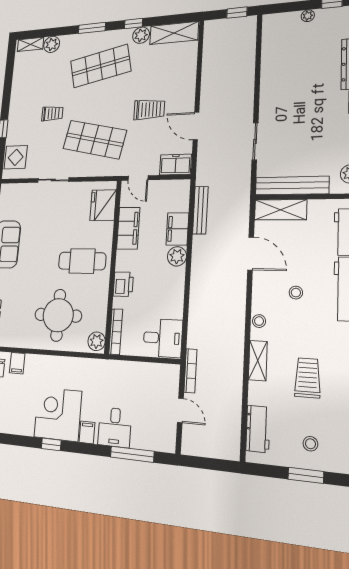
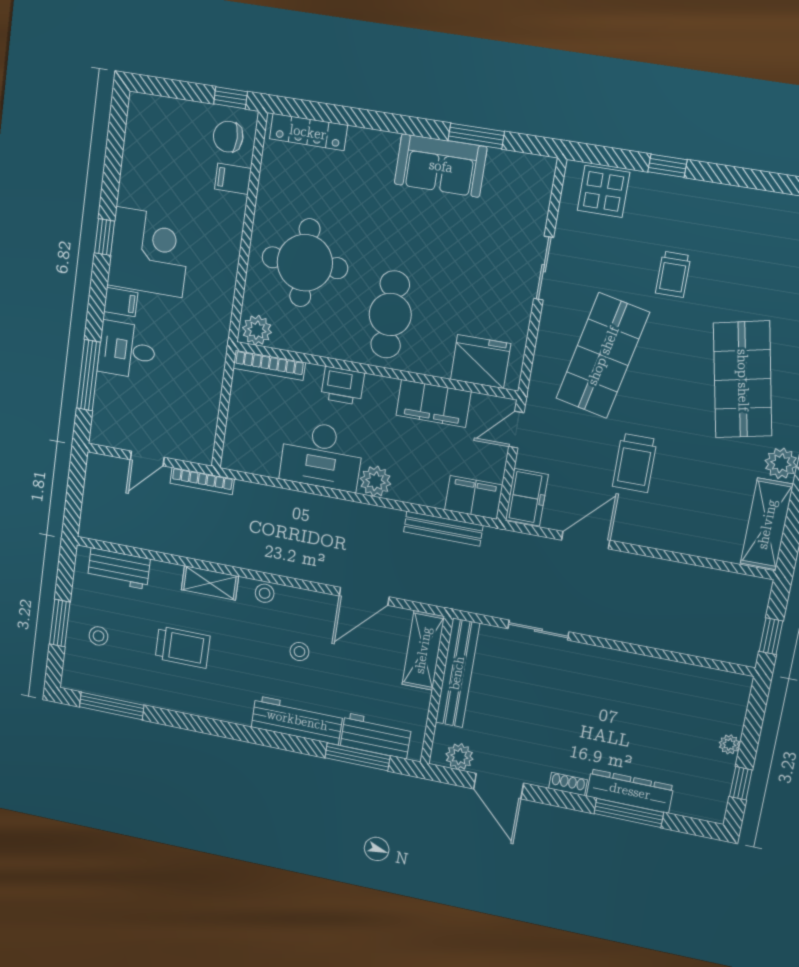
filing cabinet: (177, 229) -> (474, 497), moved
desk: (163, 338) -> (322, 456), moved, width x1.37

